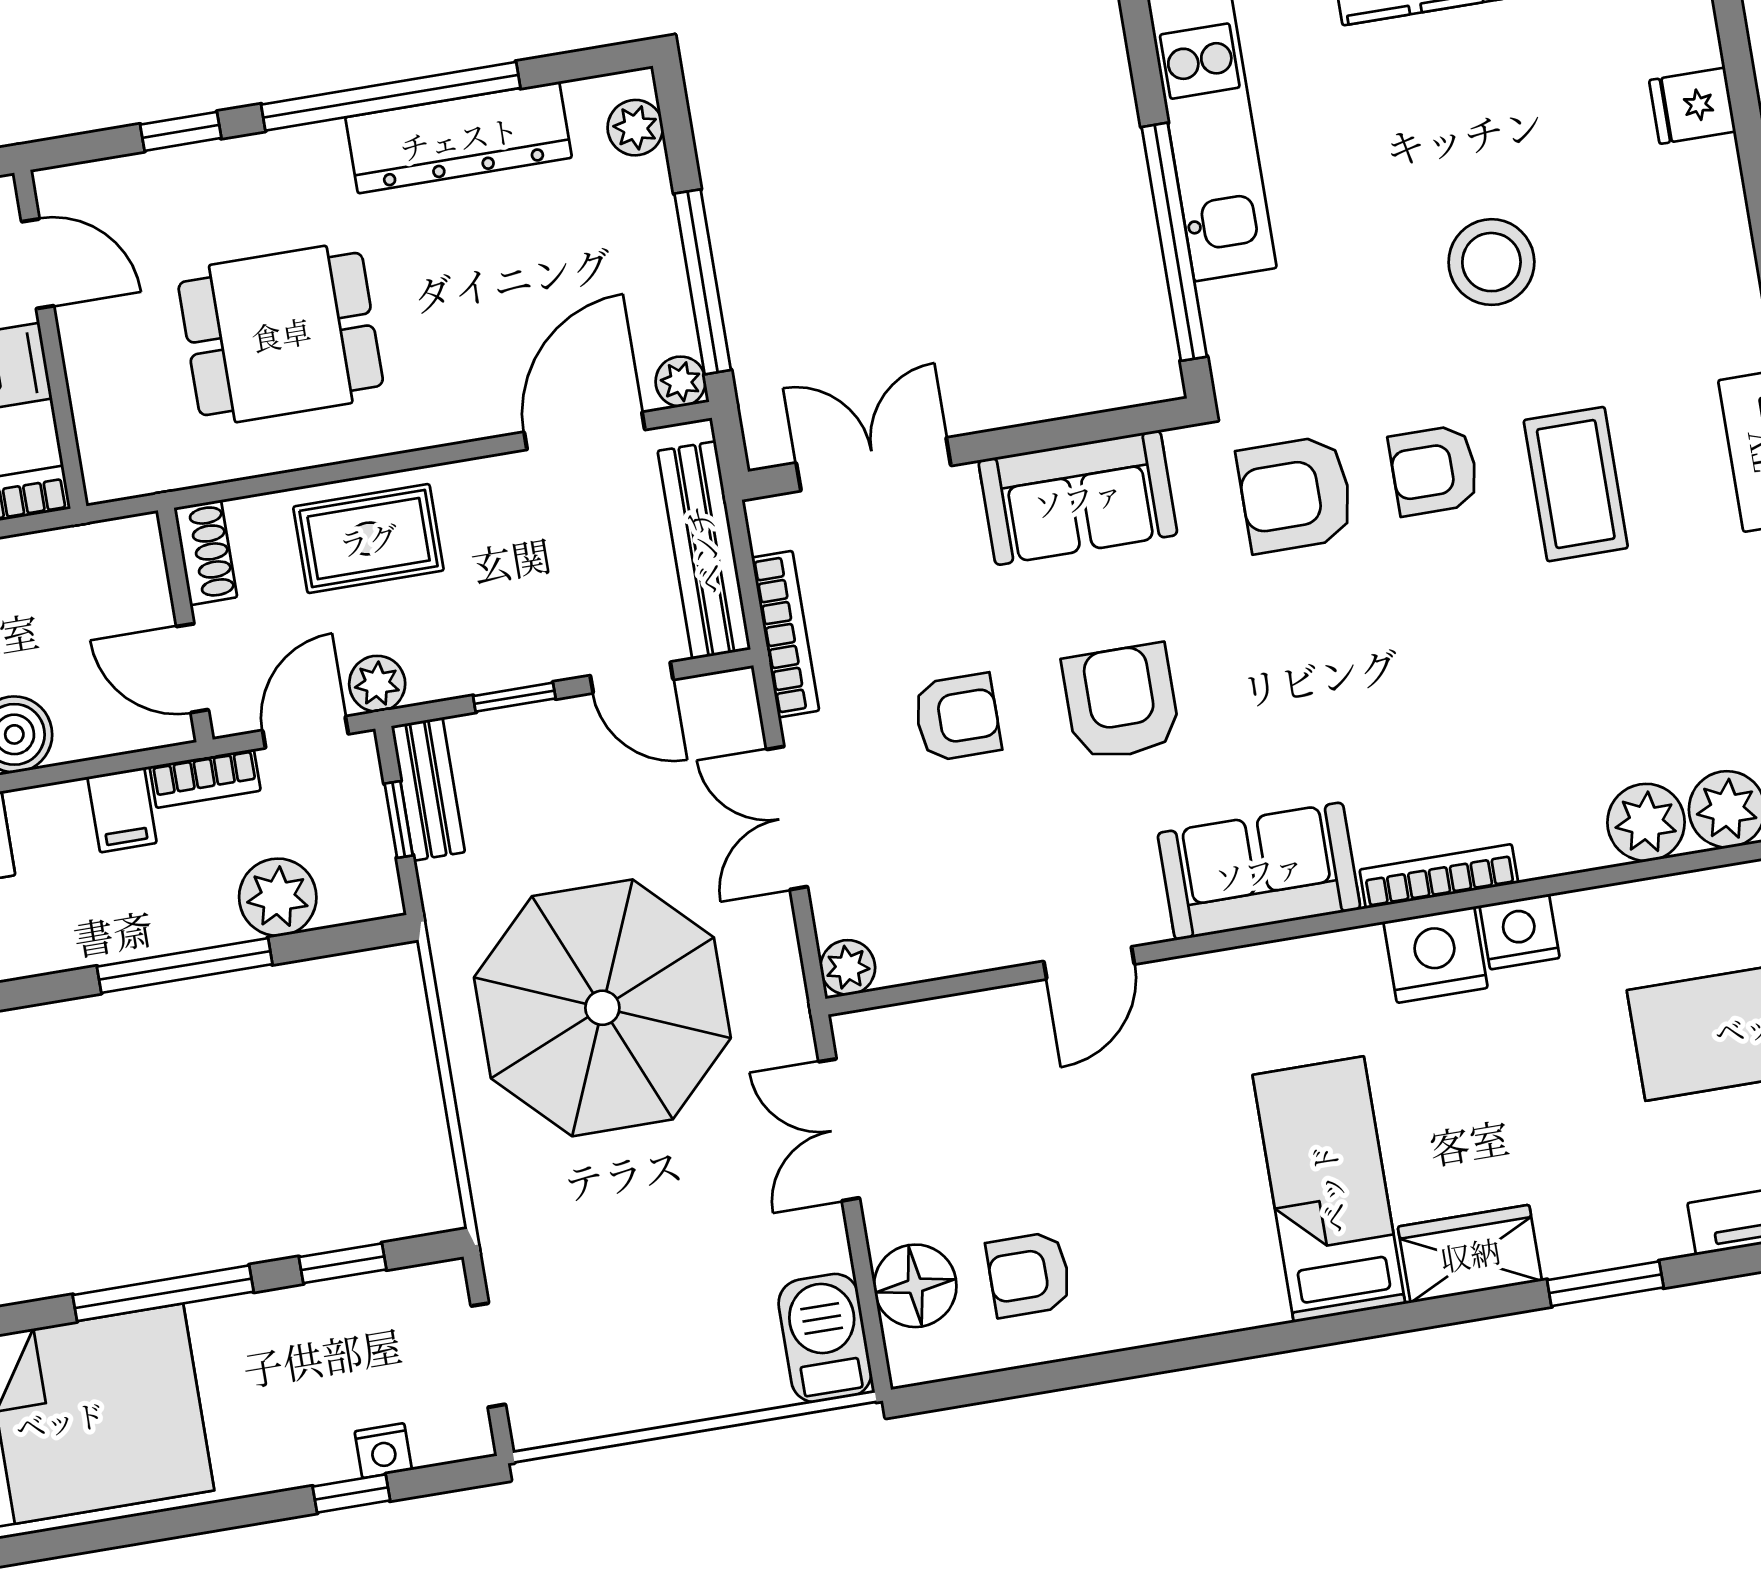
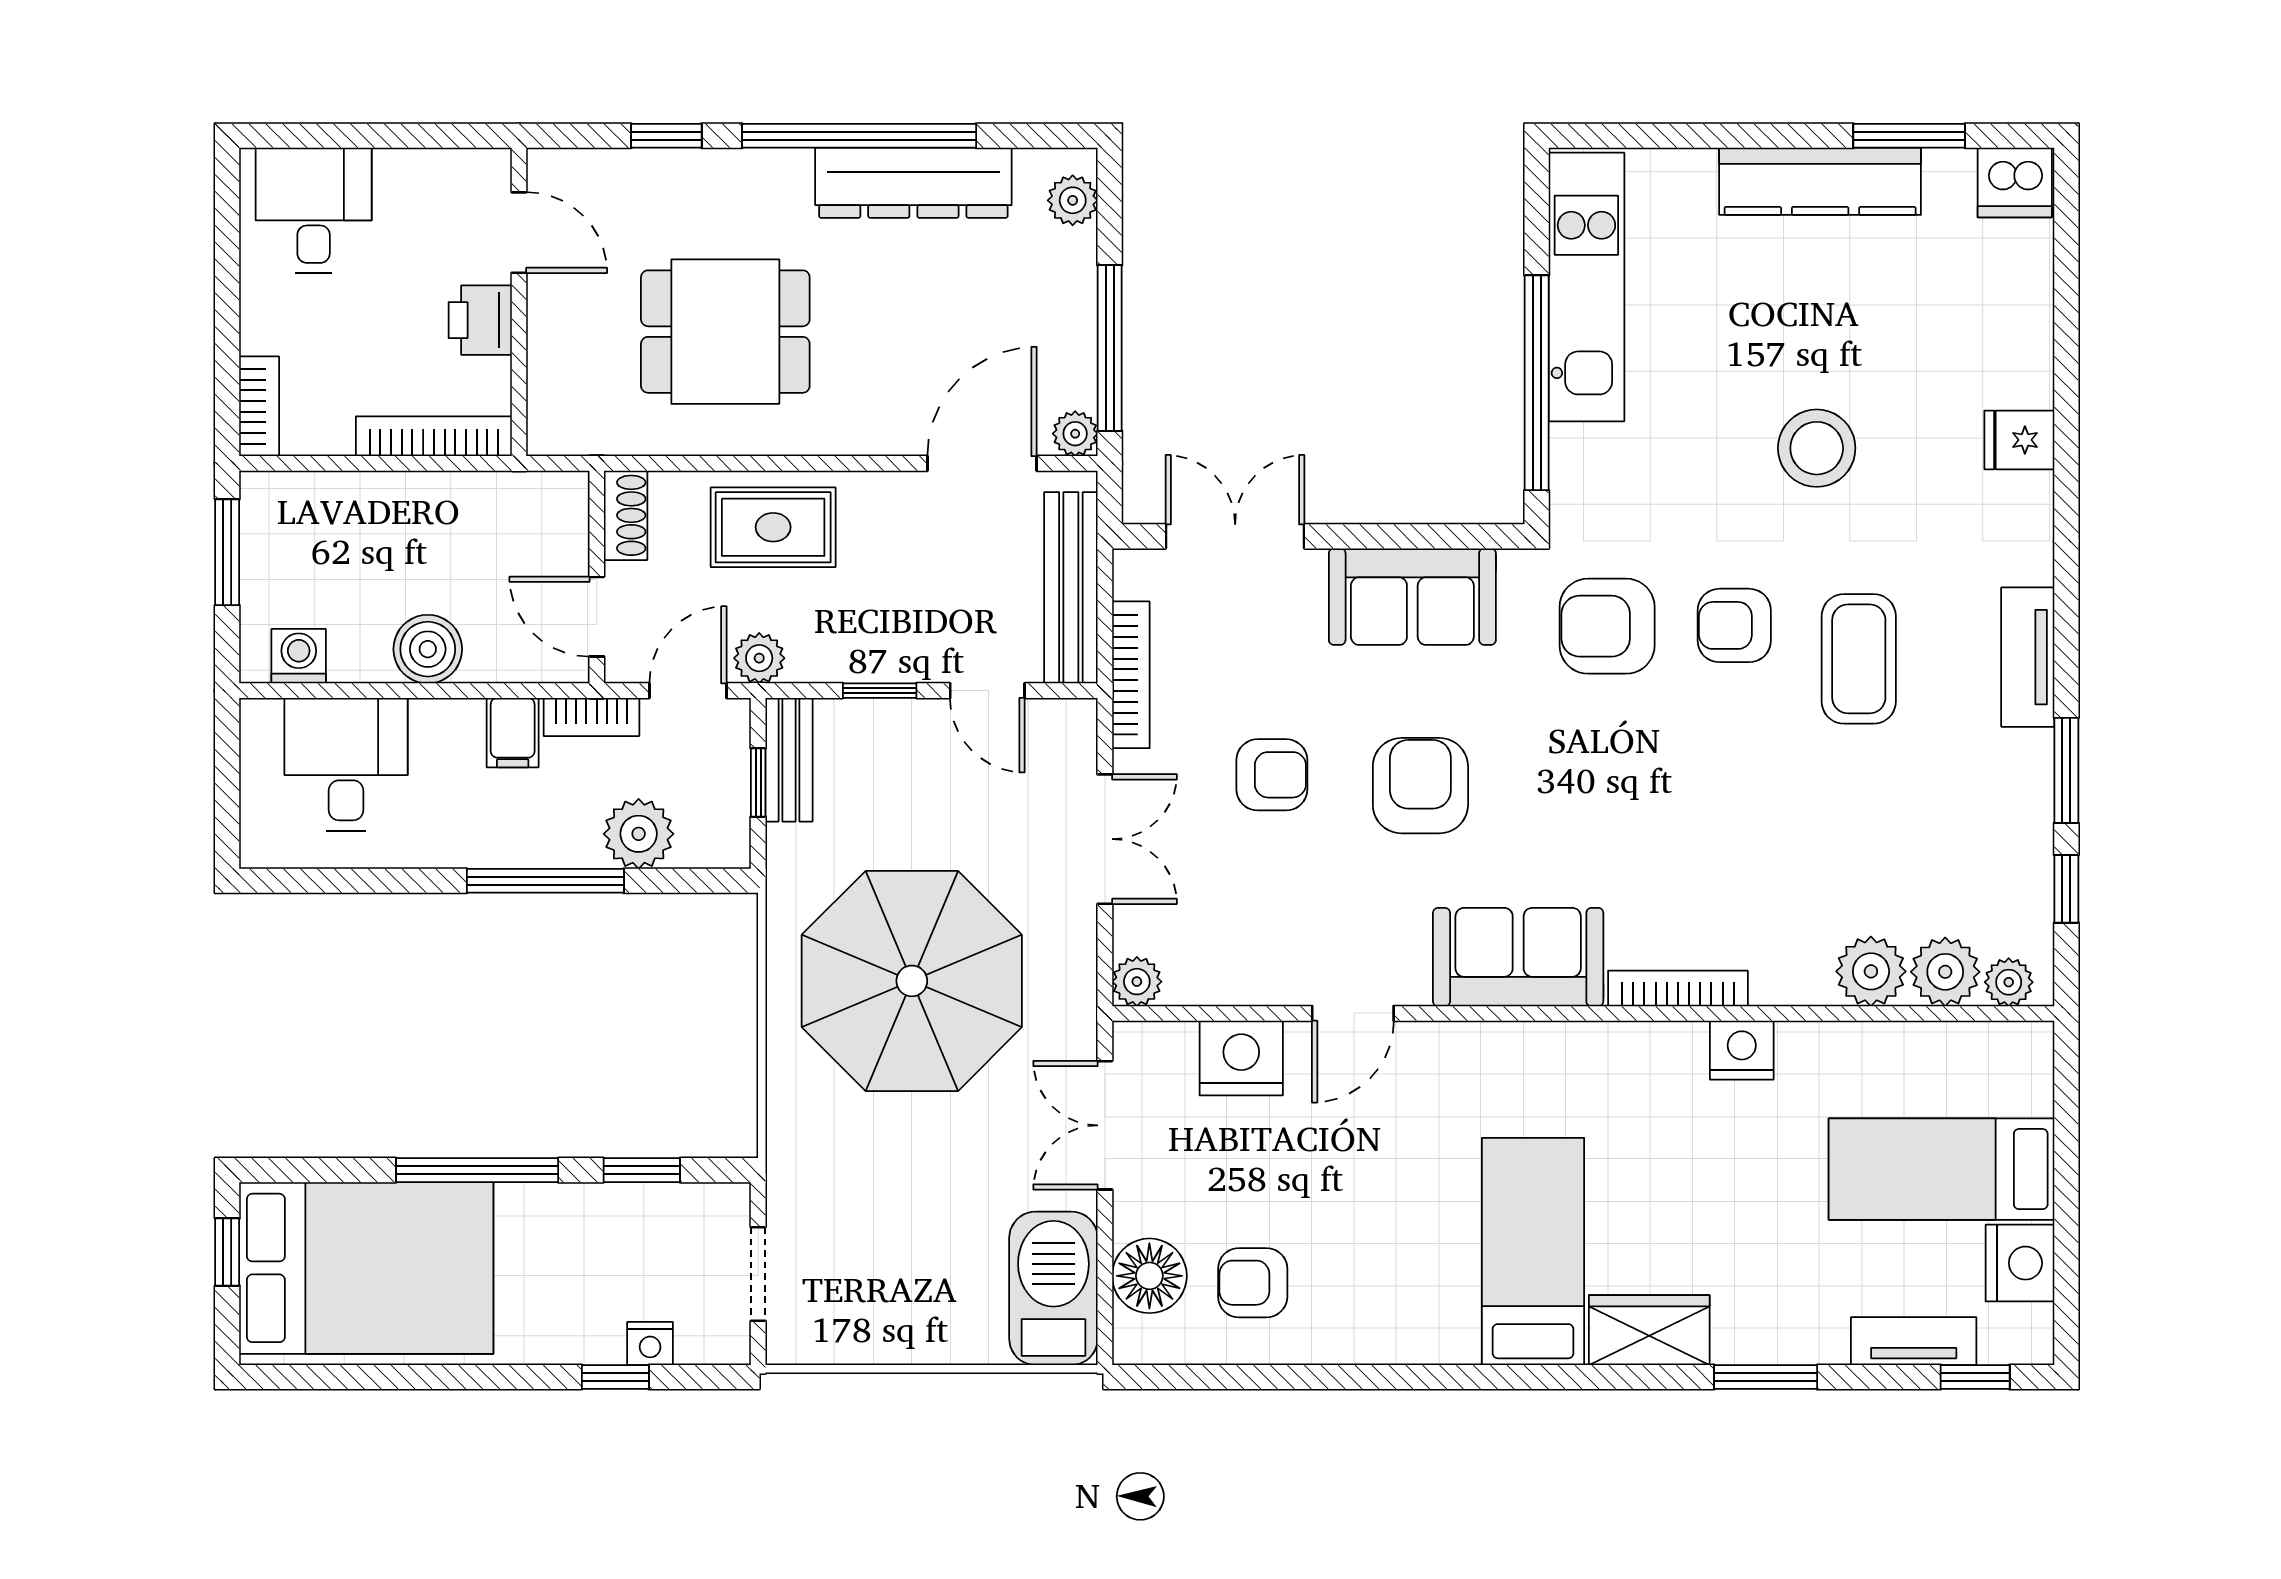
fridge: (1692, 106) -> (2019, 440), moved
double door: (787, 818) -> (1105, 839), swing flipped
nightstand: (1436, 955) -> (1241, 1058), moved
barbecue: (825, 1338) -> (1053, 1288), width x1.37, depth x1.21

